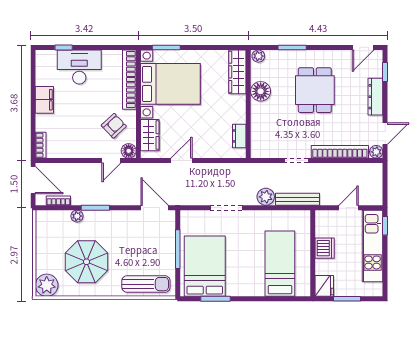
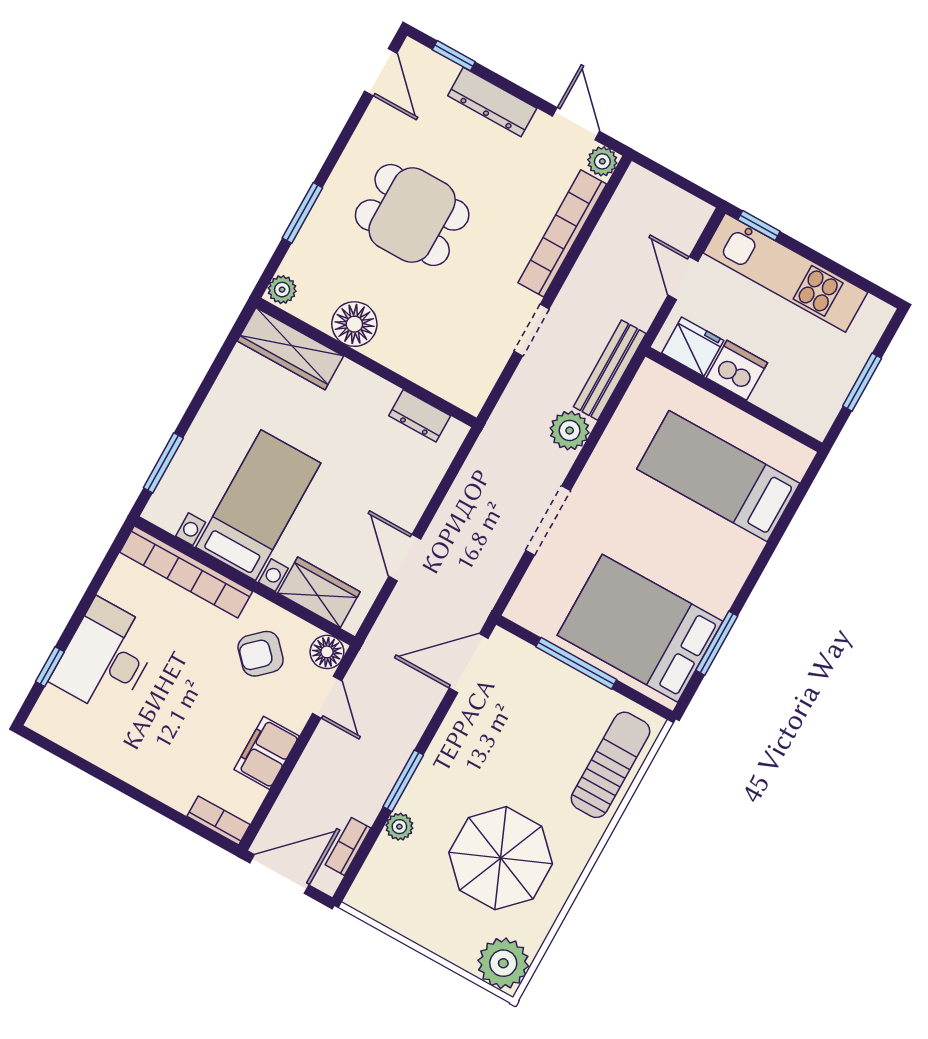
bed with nightstands: (170, 84) -> (258, 505), width x0.73
filing cabinet: (44, 100) -> (267, 753), moved, turned -90
armchair: (114, 126) -> (261, 654), turned -90
fridge: (324, 286) -> (693, 347), moved

